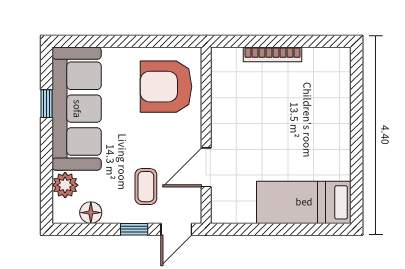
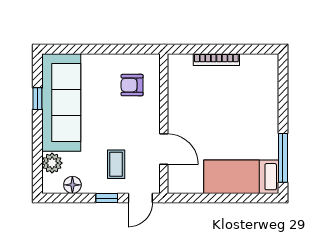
armchair: (166, 87) -> (132, 85), width x0.53, depth x0.53
door: (206, 167) -> (164, 149), swing flipped
window: (357, 179) -> (283, 158), added

